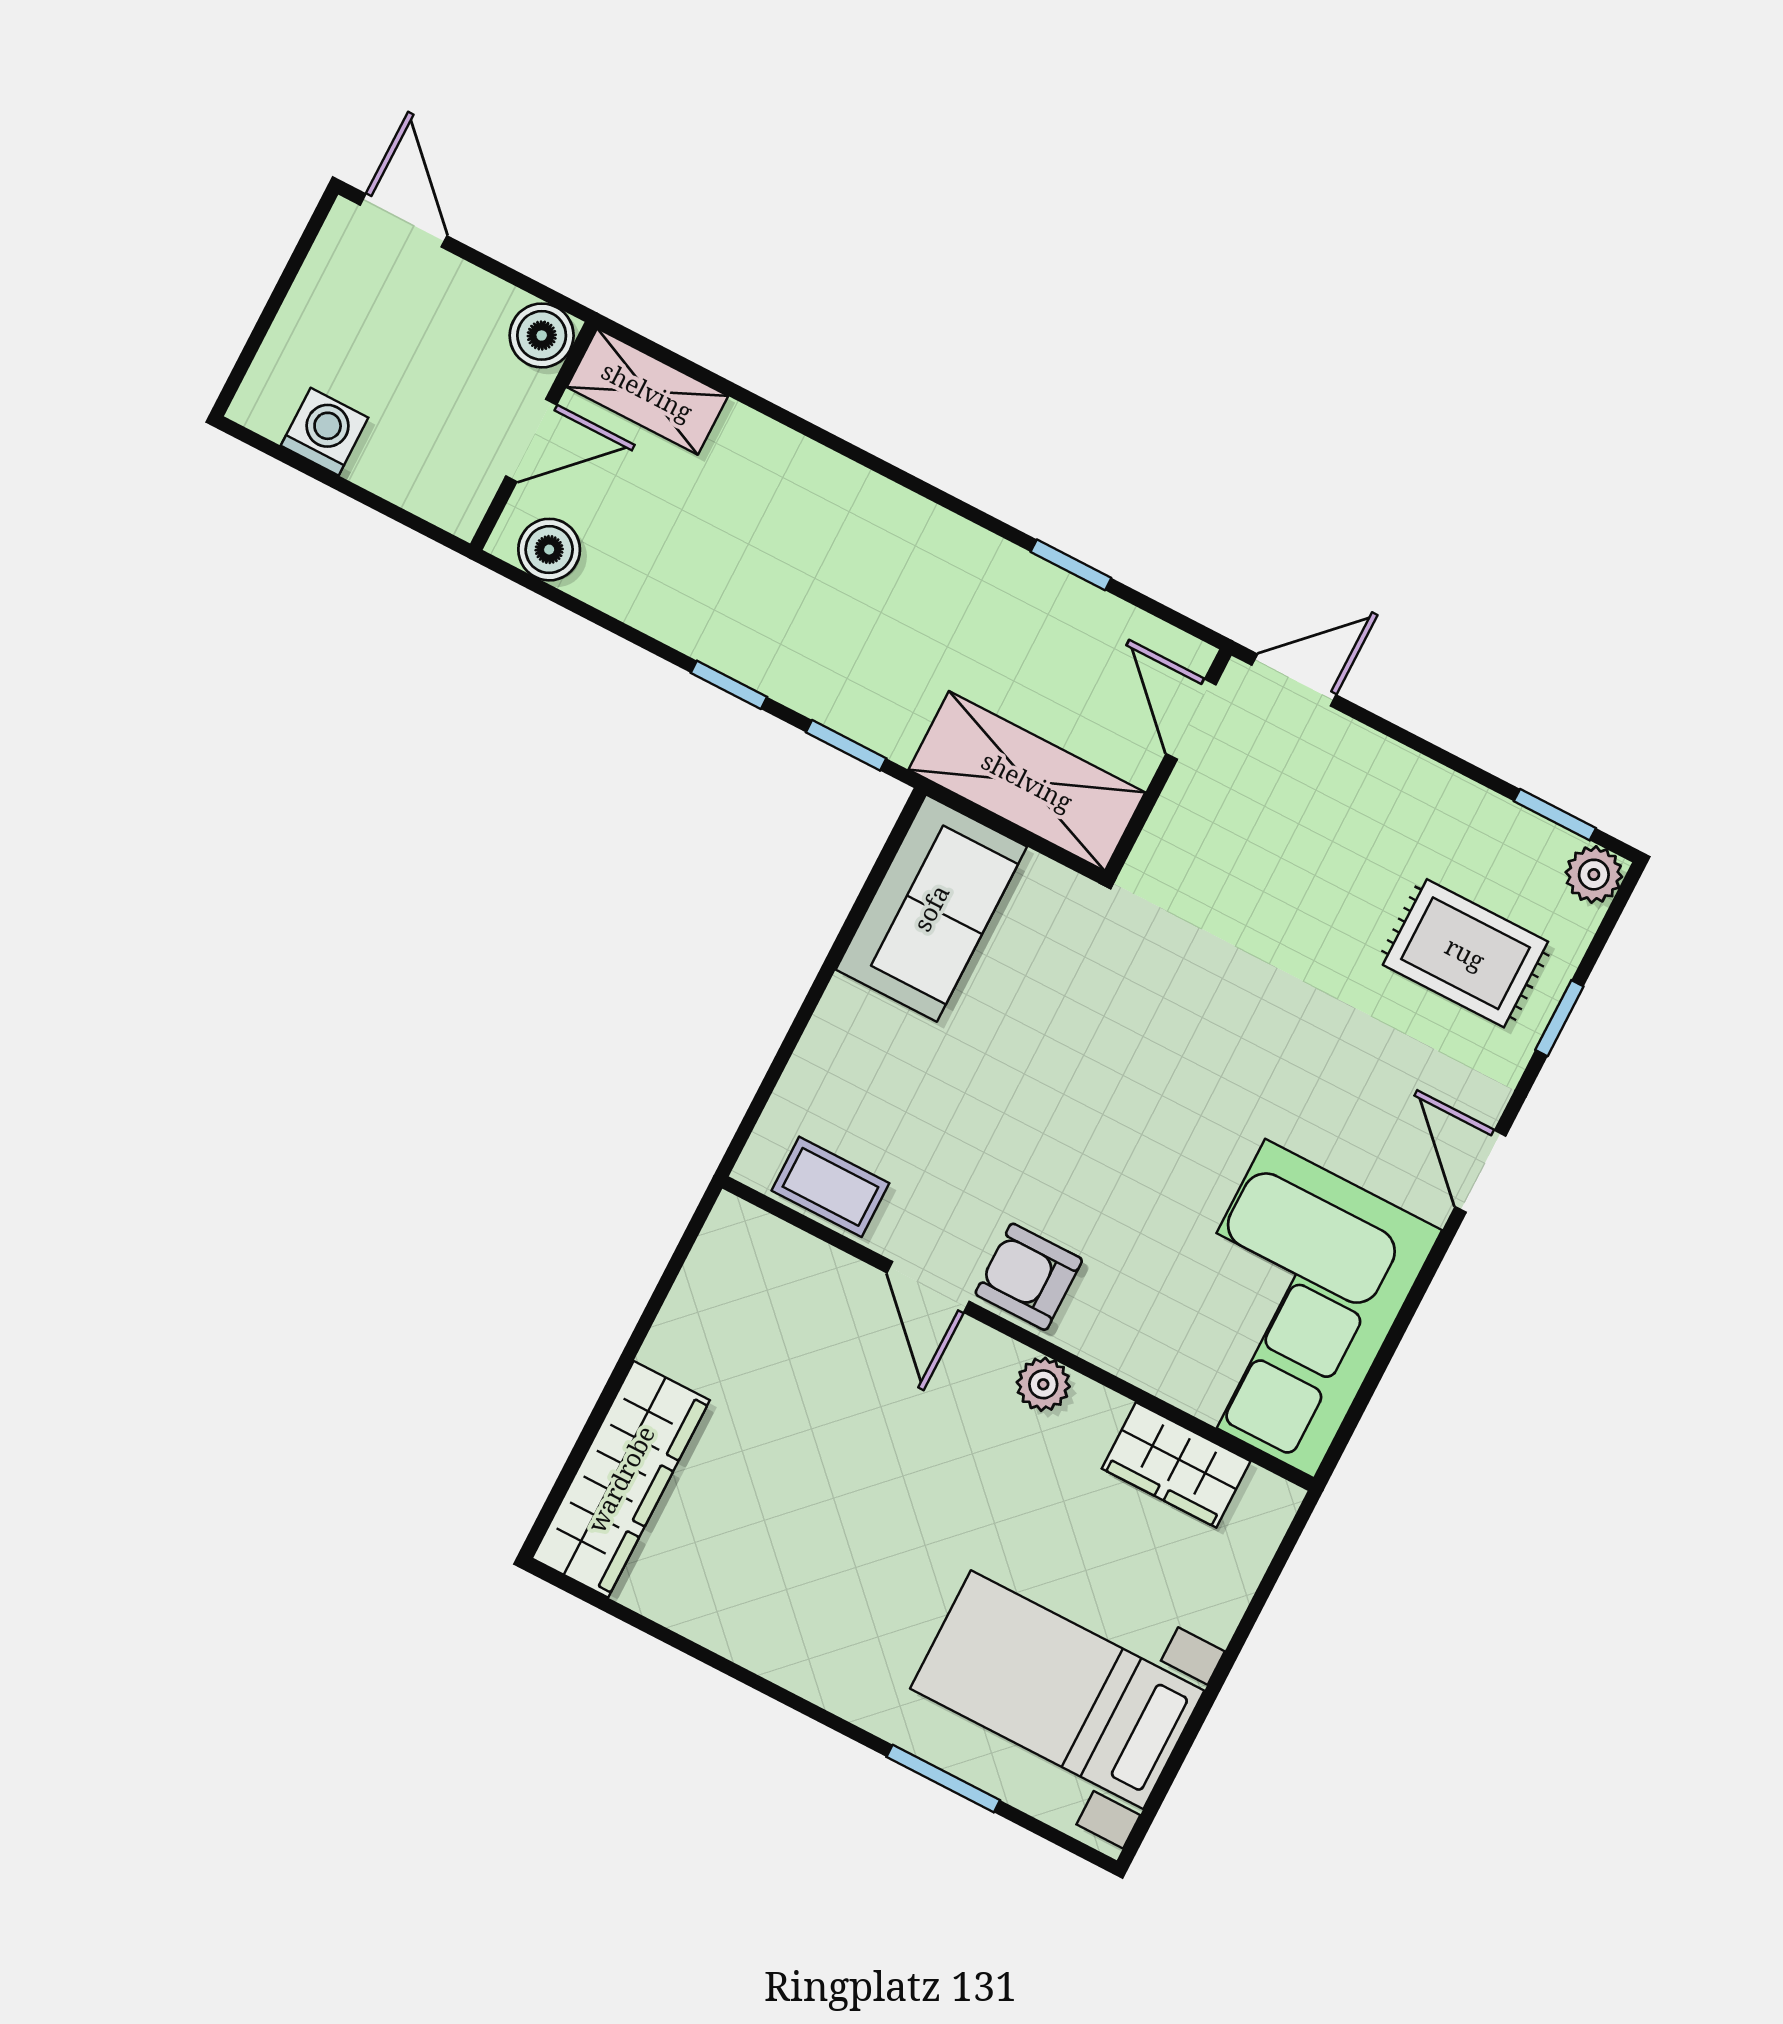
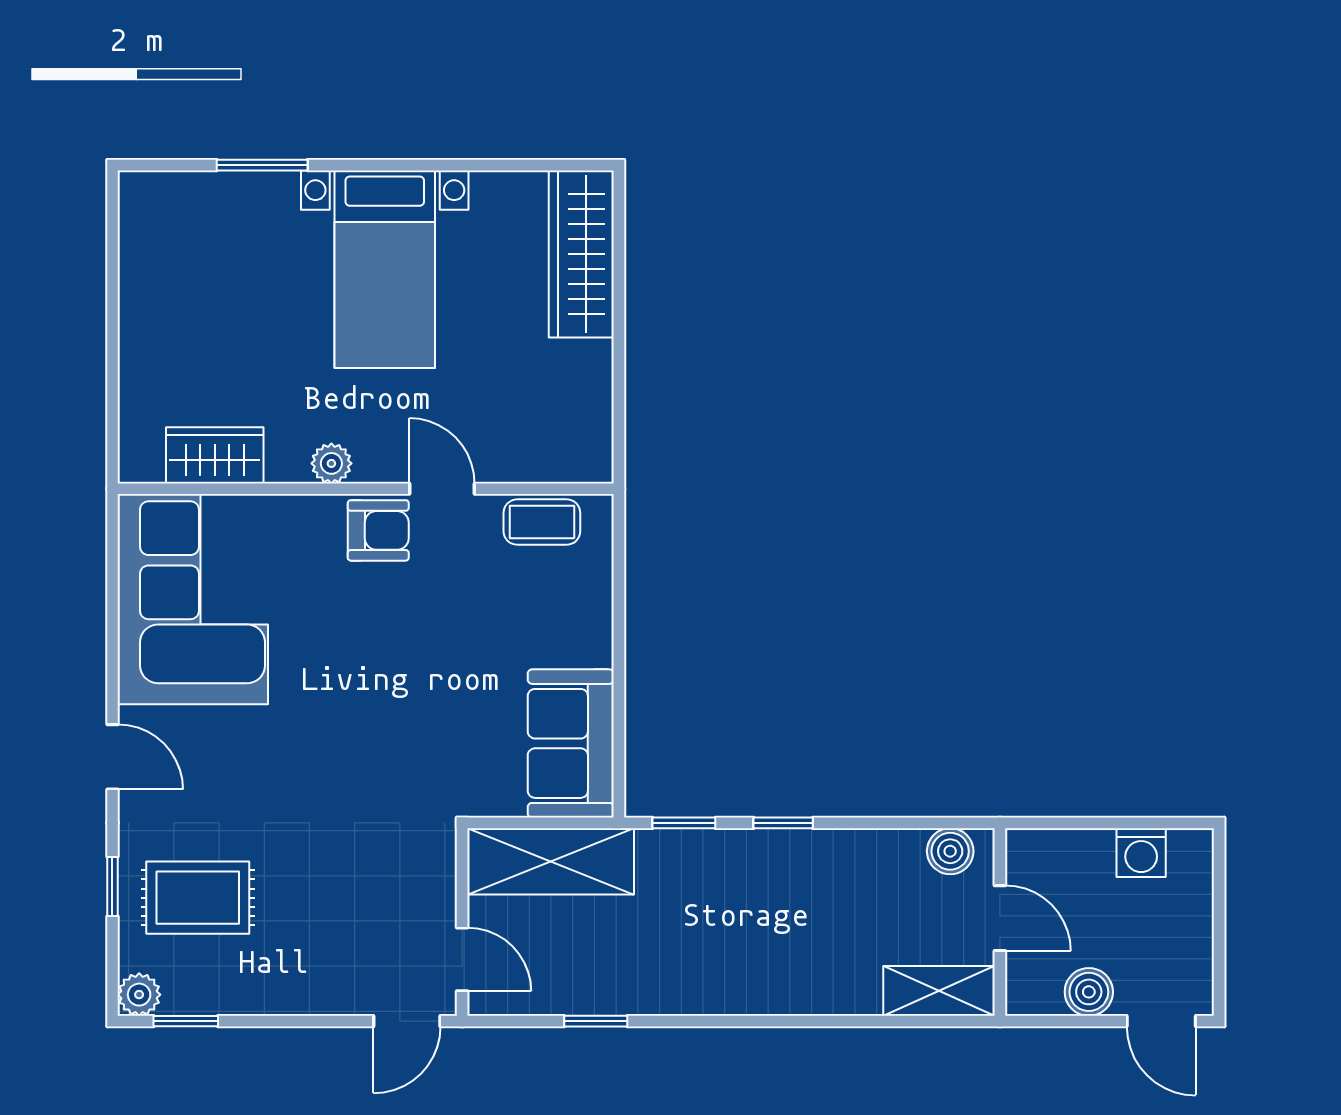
boiler: (542, 335) -> (1089, 992), moved
door: (531, 440) -> (1000, 918), swing flipped
bed with nightstands: (1057, 1690) -> (385, 269), moved, turned 90

